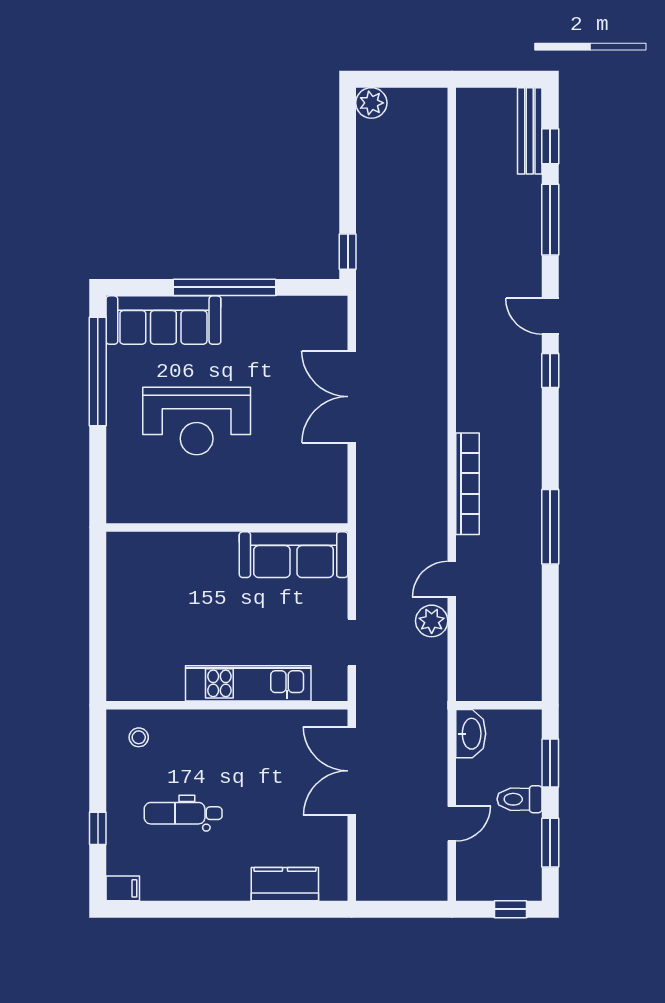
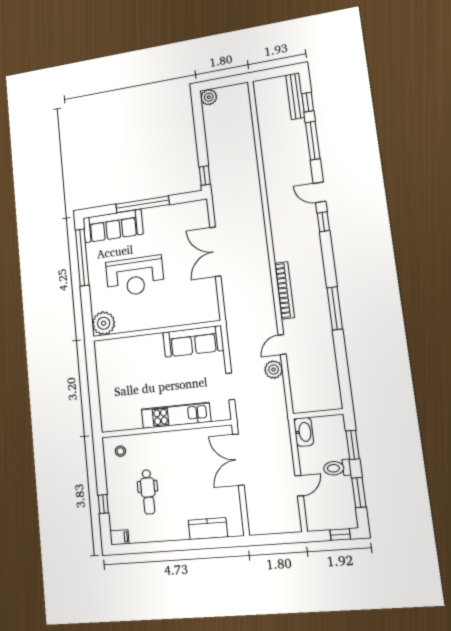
plant: (128, 501) -> (104, 323), added
dental chair: (183, 813) -> (148, 492), turned -90

